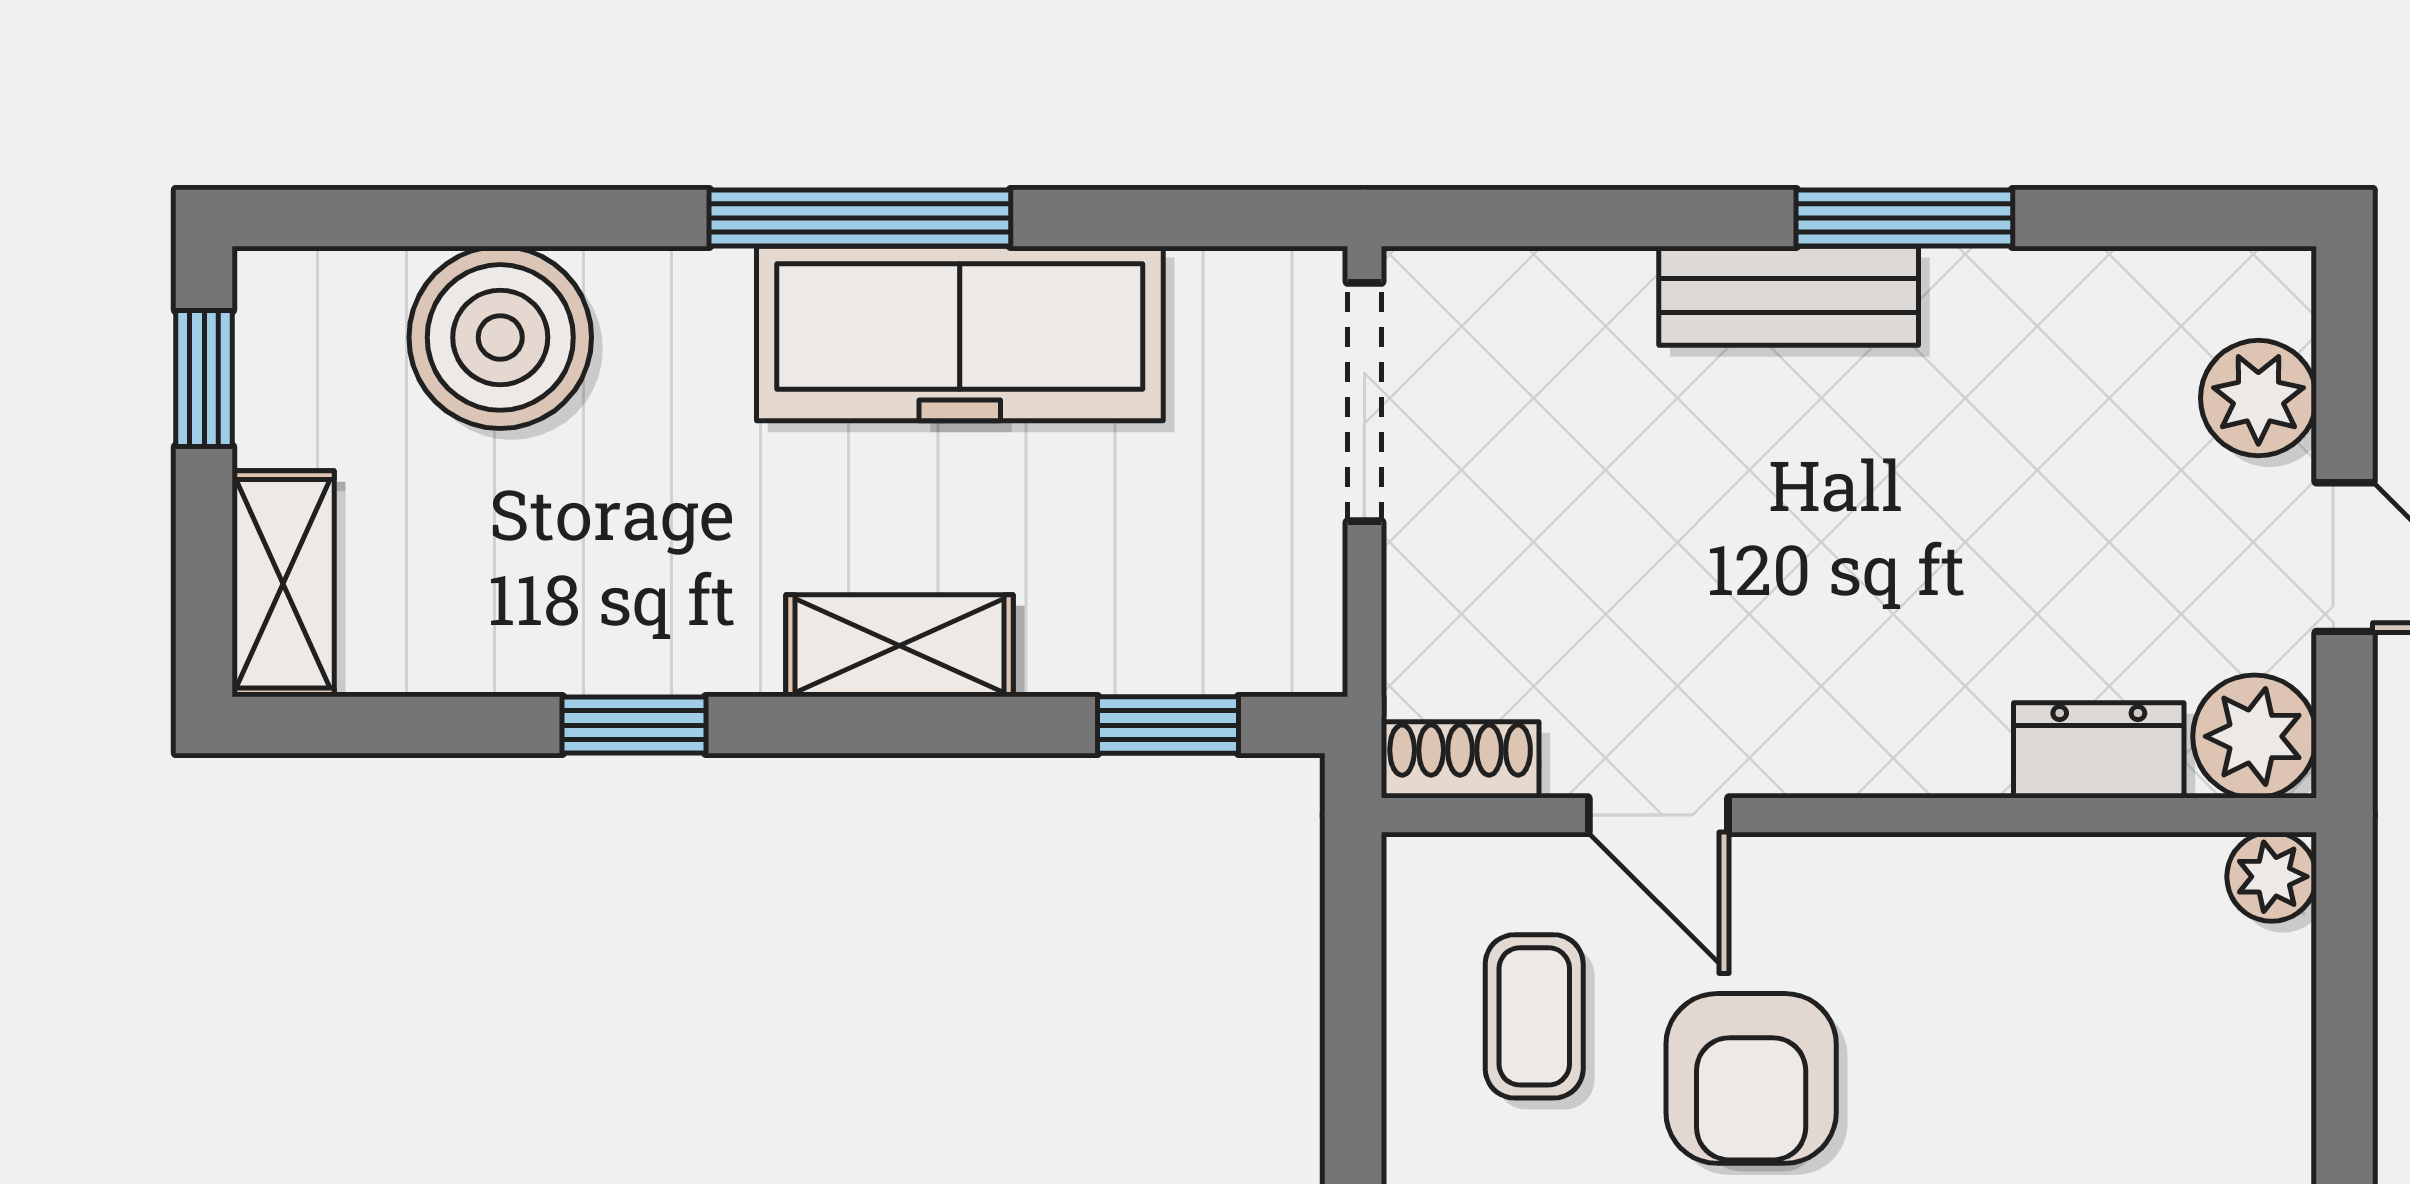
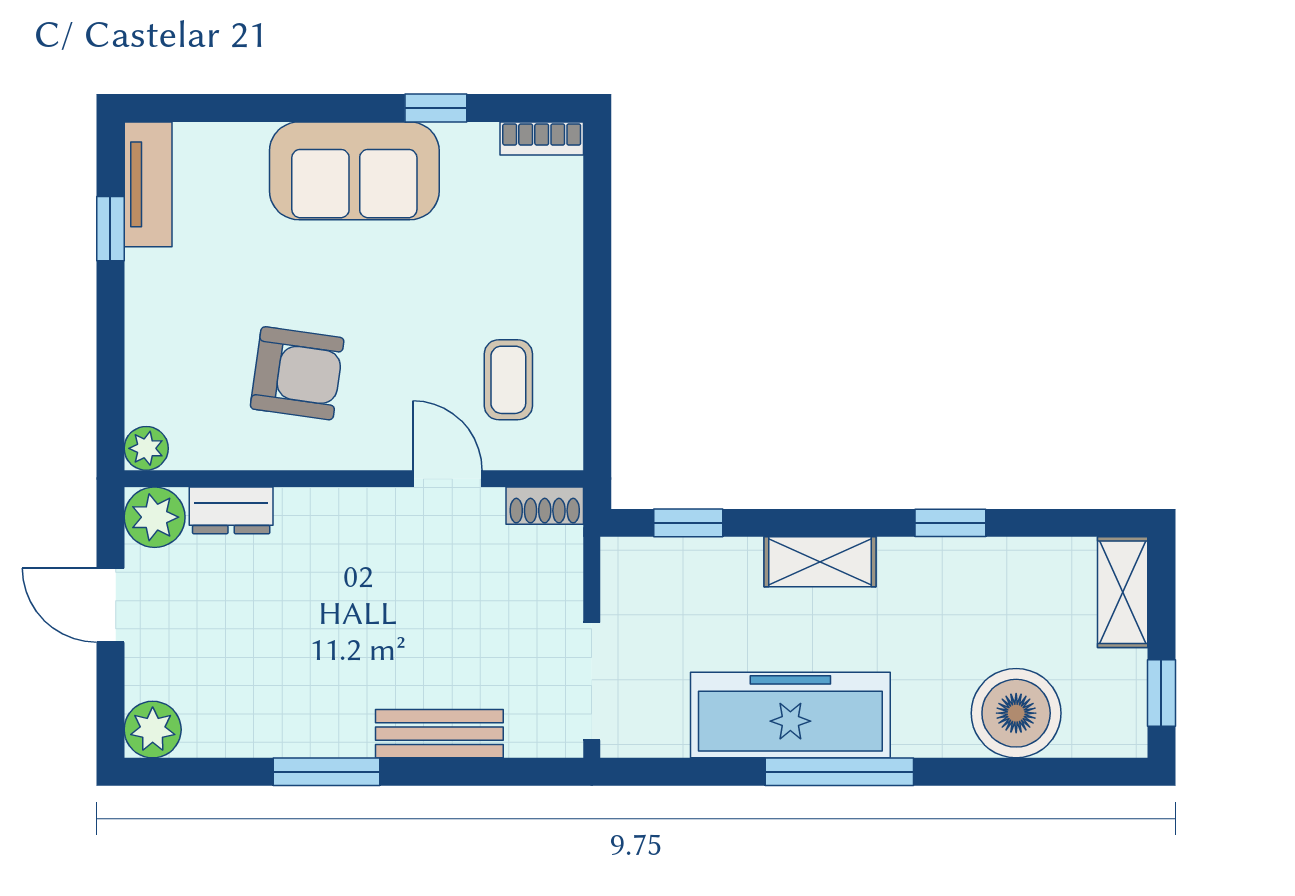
bench: (1789, 296) -> (439, 734), moved
plant: (2258, 398) -> (153, 730), moved
armchair: (1751, 1078) -> (297, 373), moved, turned 98

